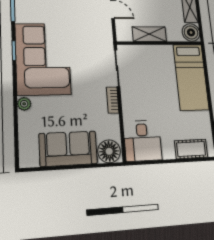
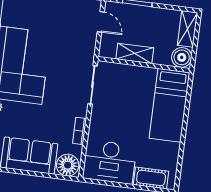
bookcase: (113, 100) -> (80, 131), moved
desk: (143, 141) -> (110, 162), width x1.37

